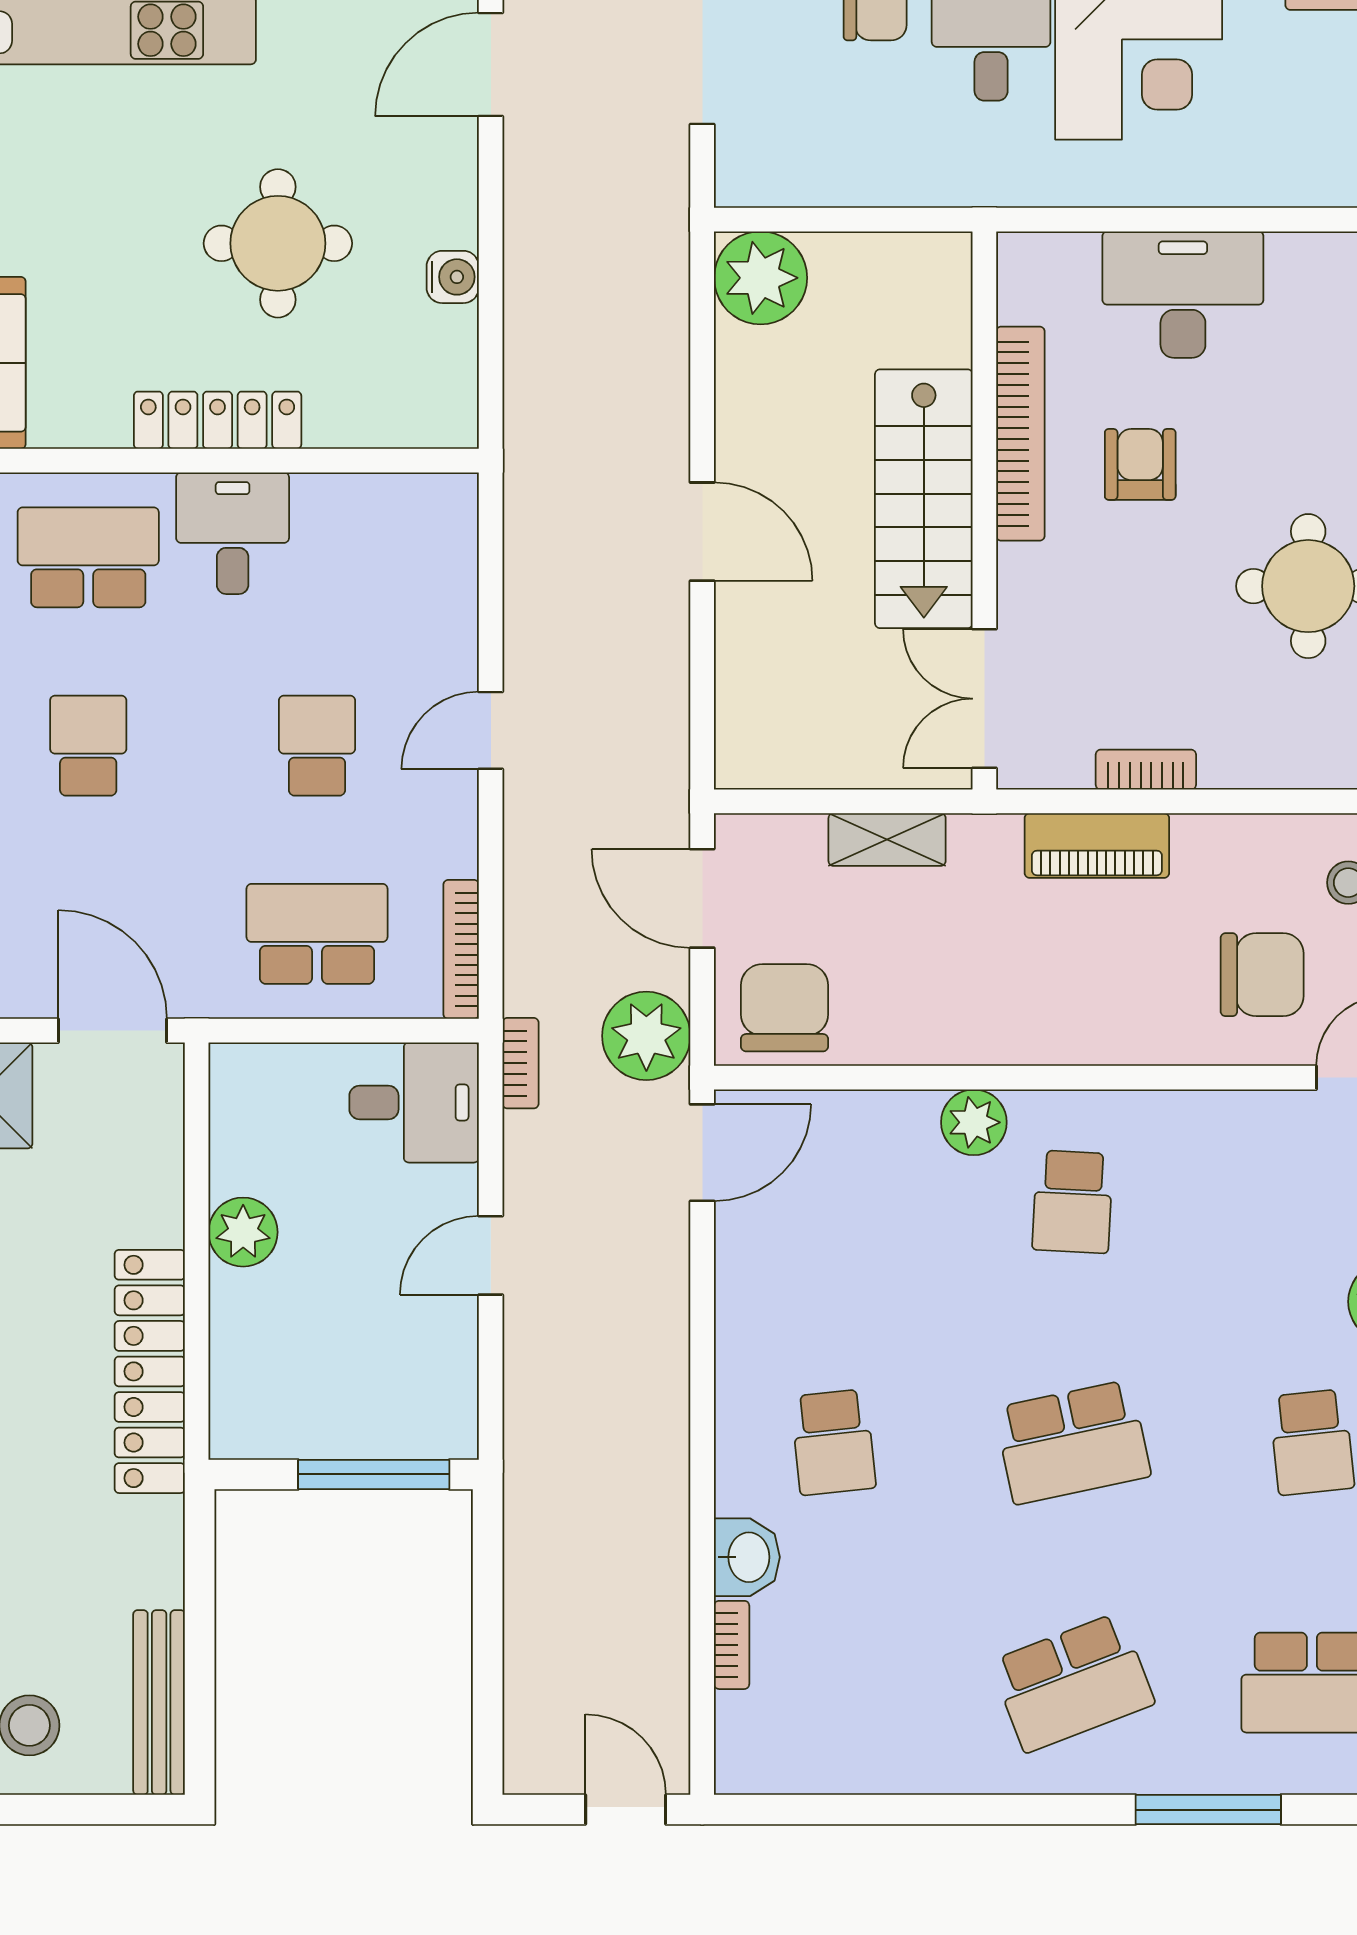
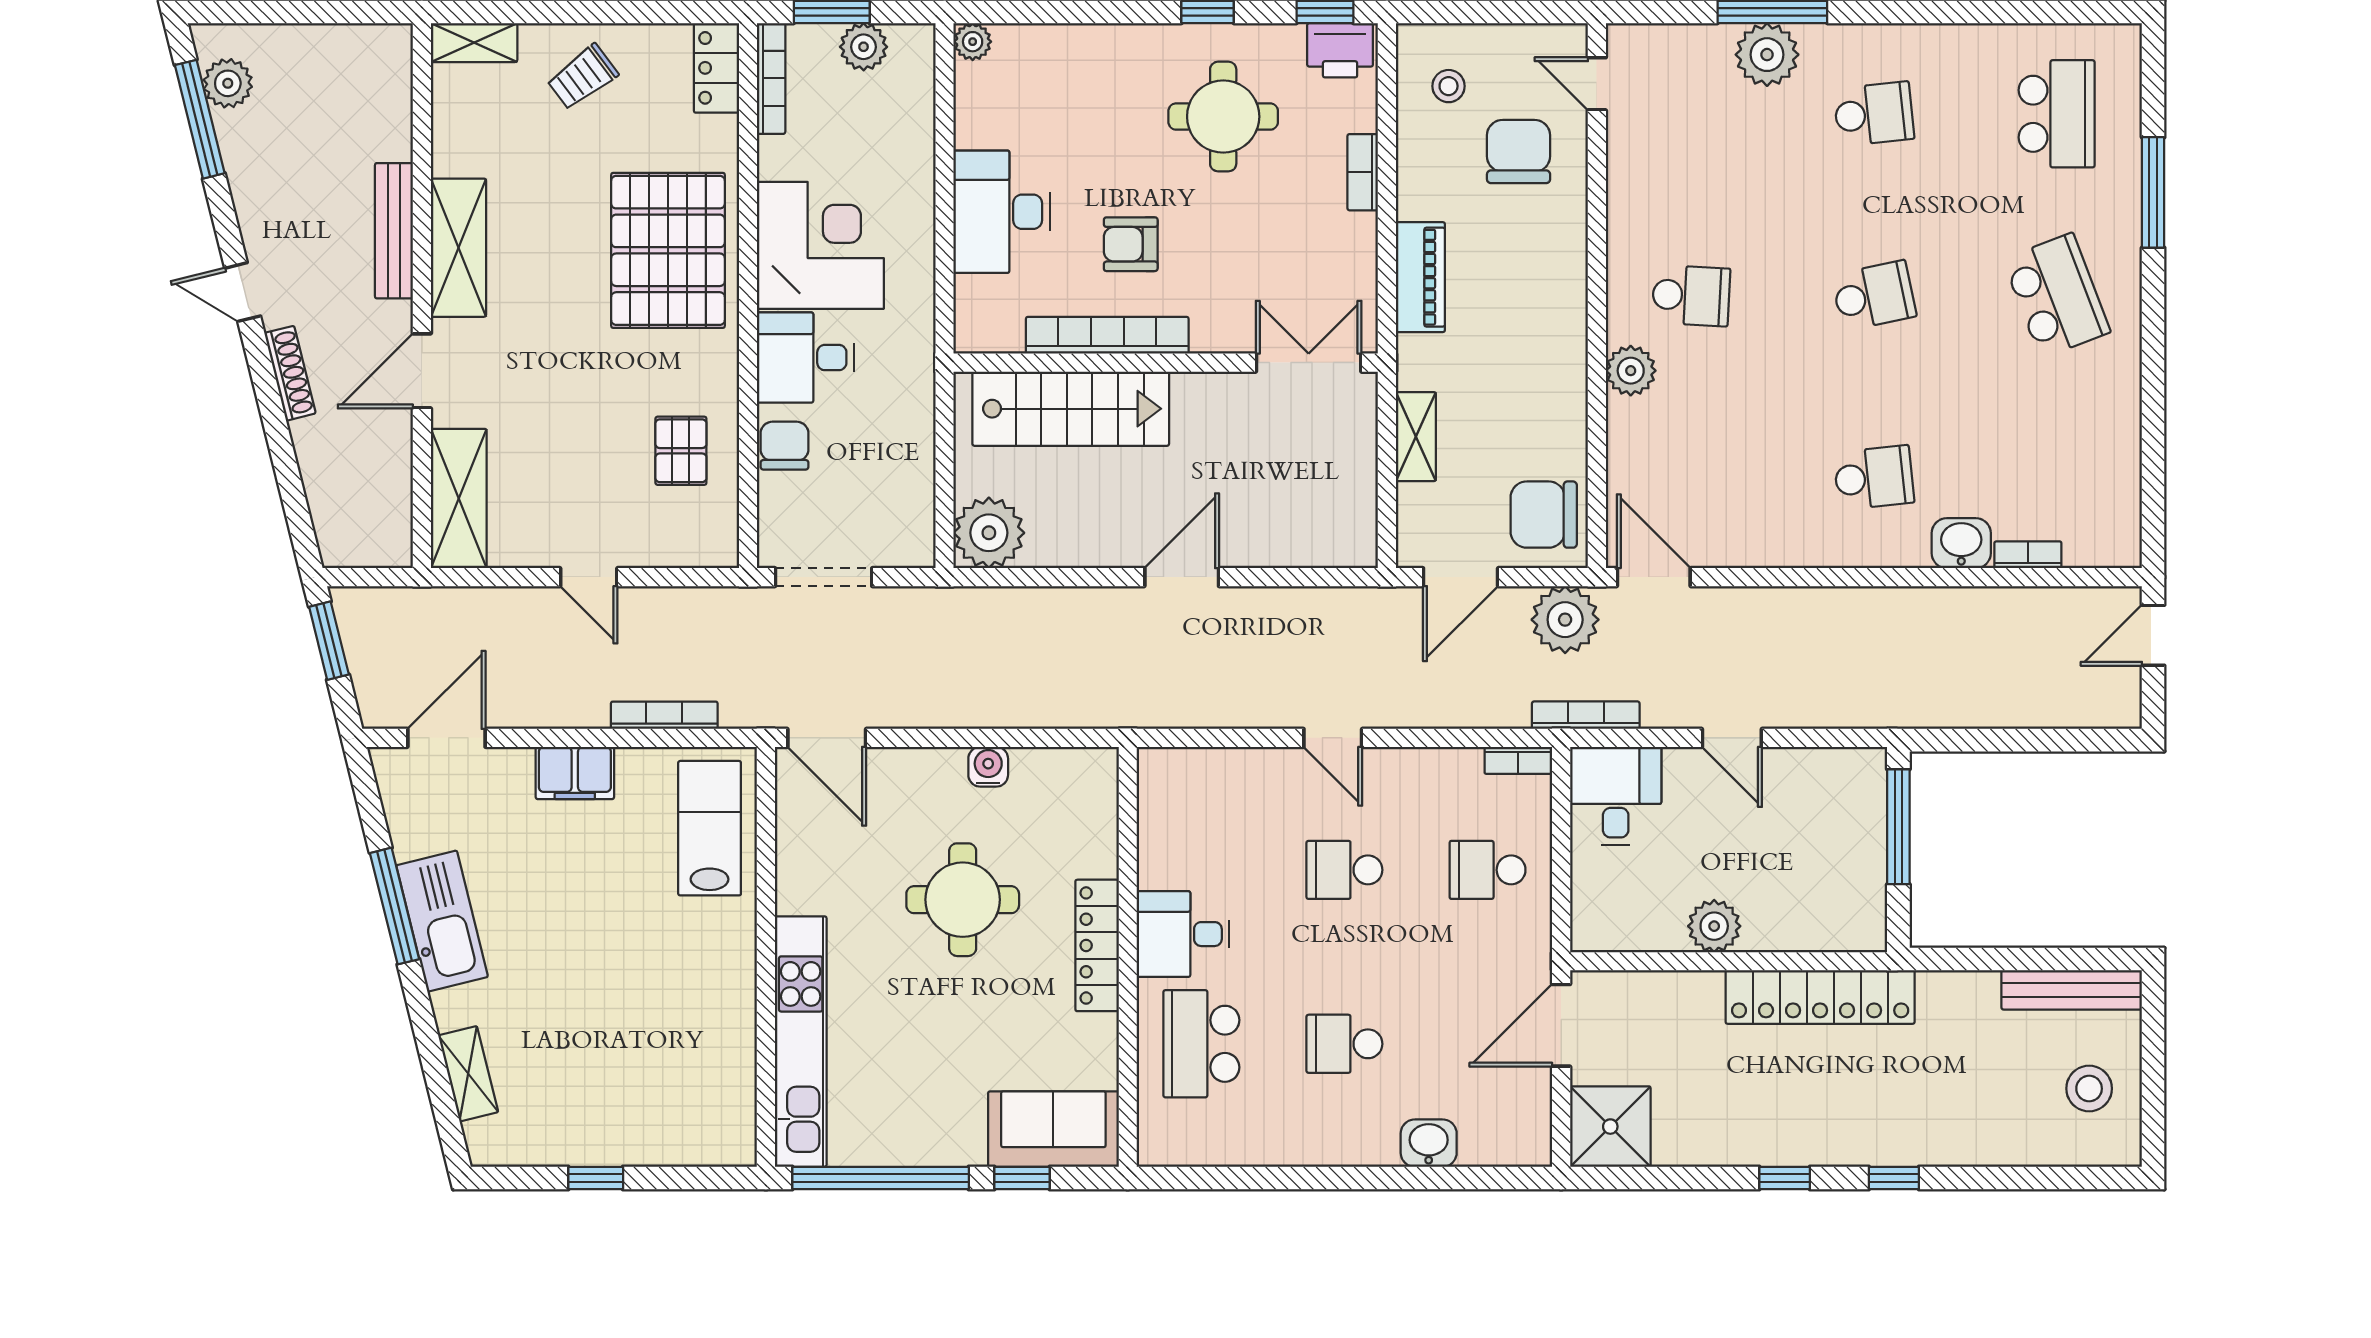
stairs: (924, 499) -> (1071, 409), moved
double door: (984, 699) -> (1309, 363), swing flipped
bookcase: (1146, 770) -> (1363, 172), moved
school desk: (317, 934) -> (1488, 870), width x0.54
bookcase: (461, 949) -> (1518, 760), width x0.64
bookcase: (521, 1063) -> (1586, 715), width x1.56
school desk: (1073, 1442) -> (1874, 296), width x0.54

